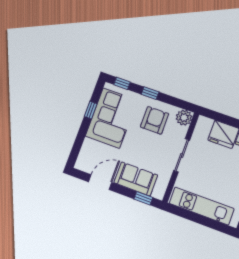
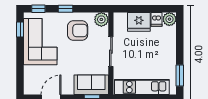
window: (91, 110) -> (20, 30), moved
armchair: (155, 120) -> (78, 30), turned 90
sofa: (136, 179) -> (91, 85), moved

